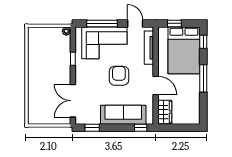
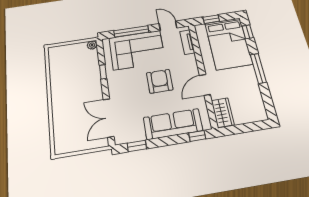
tv unit: (149, 48) -> (187, 42), width x0.71
door: (156, 86) -> (205, 85), swing flipped

